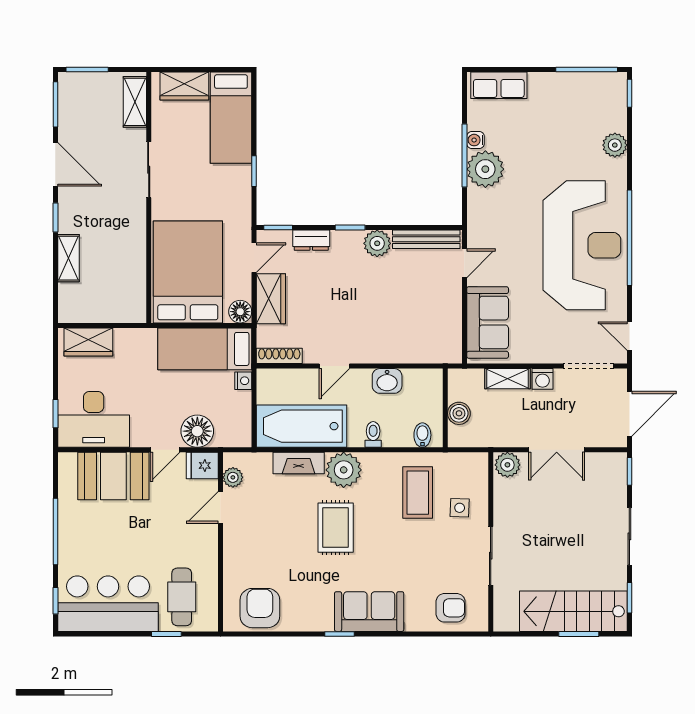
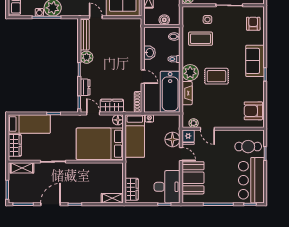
shelving: (69, 258) -> (112, 198), moved

